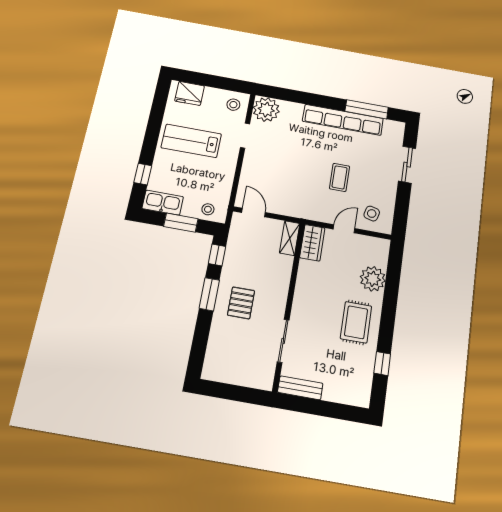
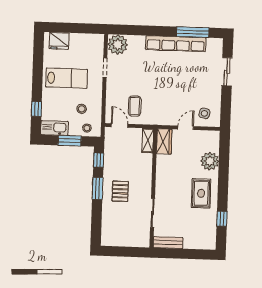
stool: (233, 105) -> (82, 109), moved
lab bench: (191, 141) -> (67, 78), turned 180
coffee table: (340, 177) -> (135, 106), moved

